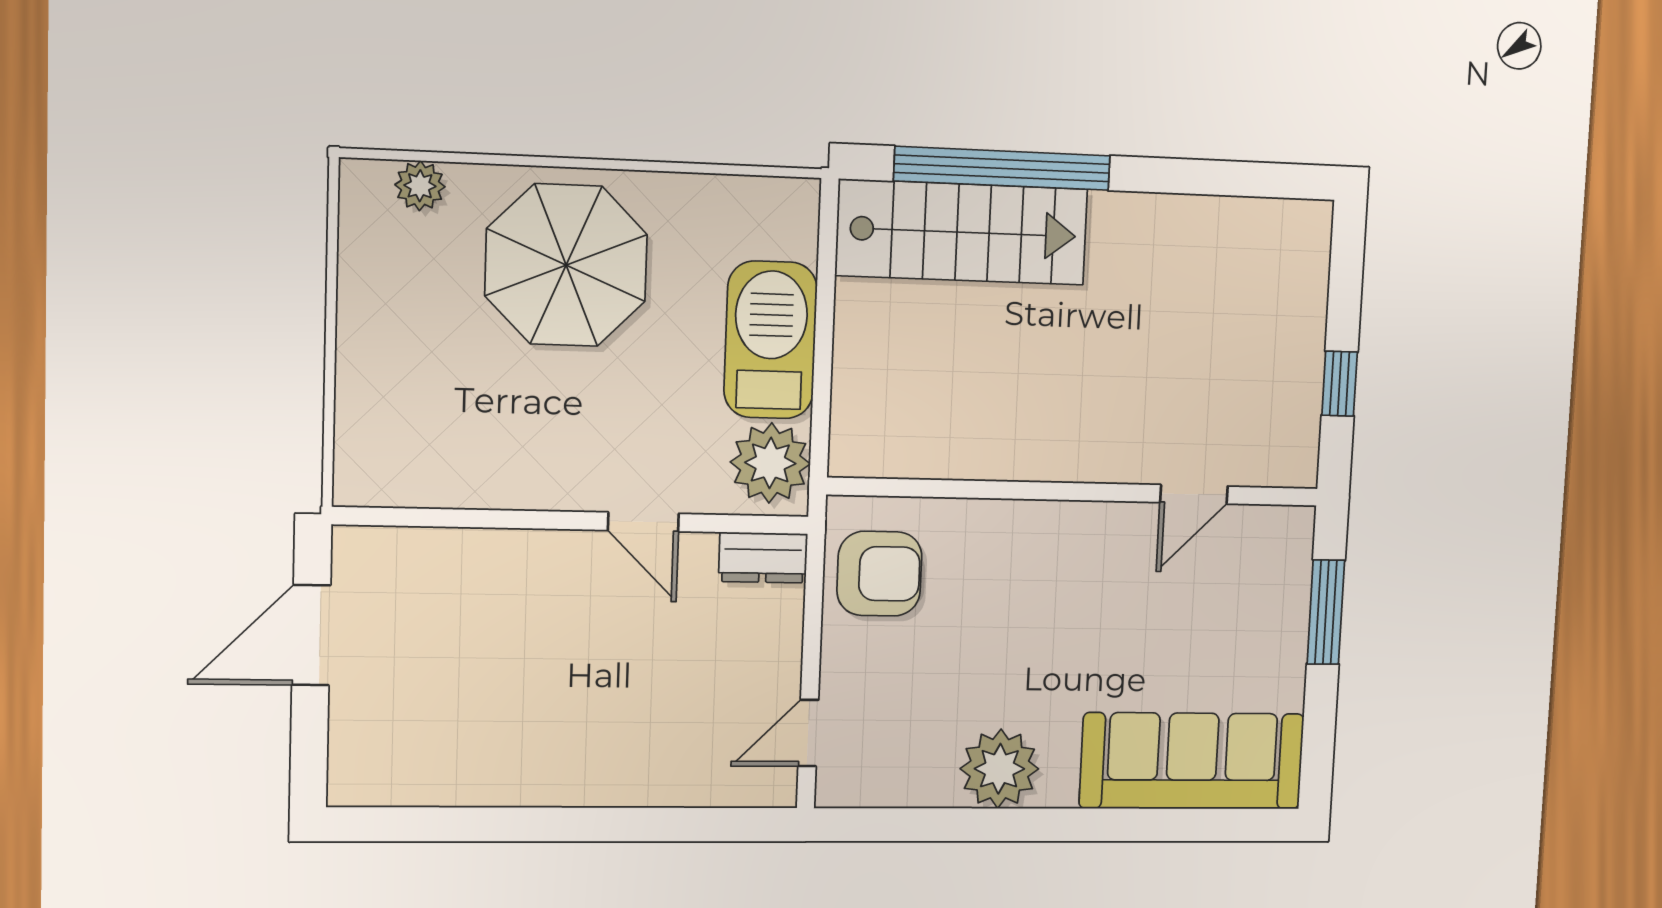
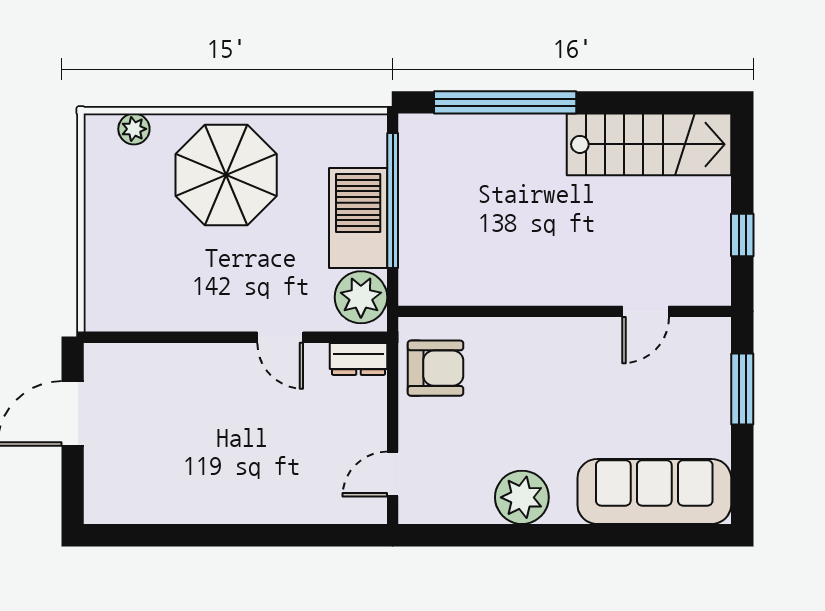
stairs: (962, 232) -> (649, 144), moved
window: (825, 314) -> (393, 200), added

